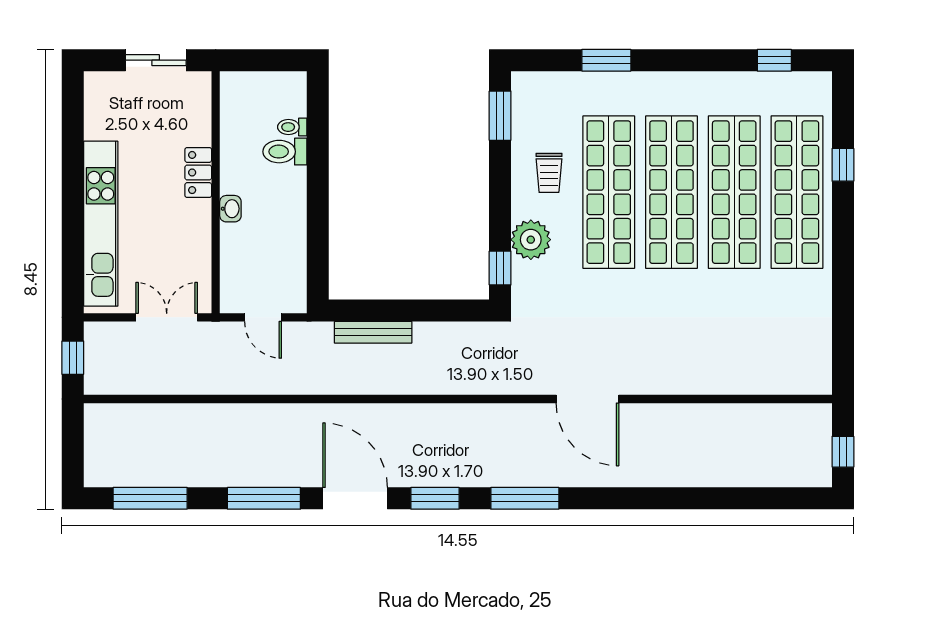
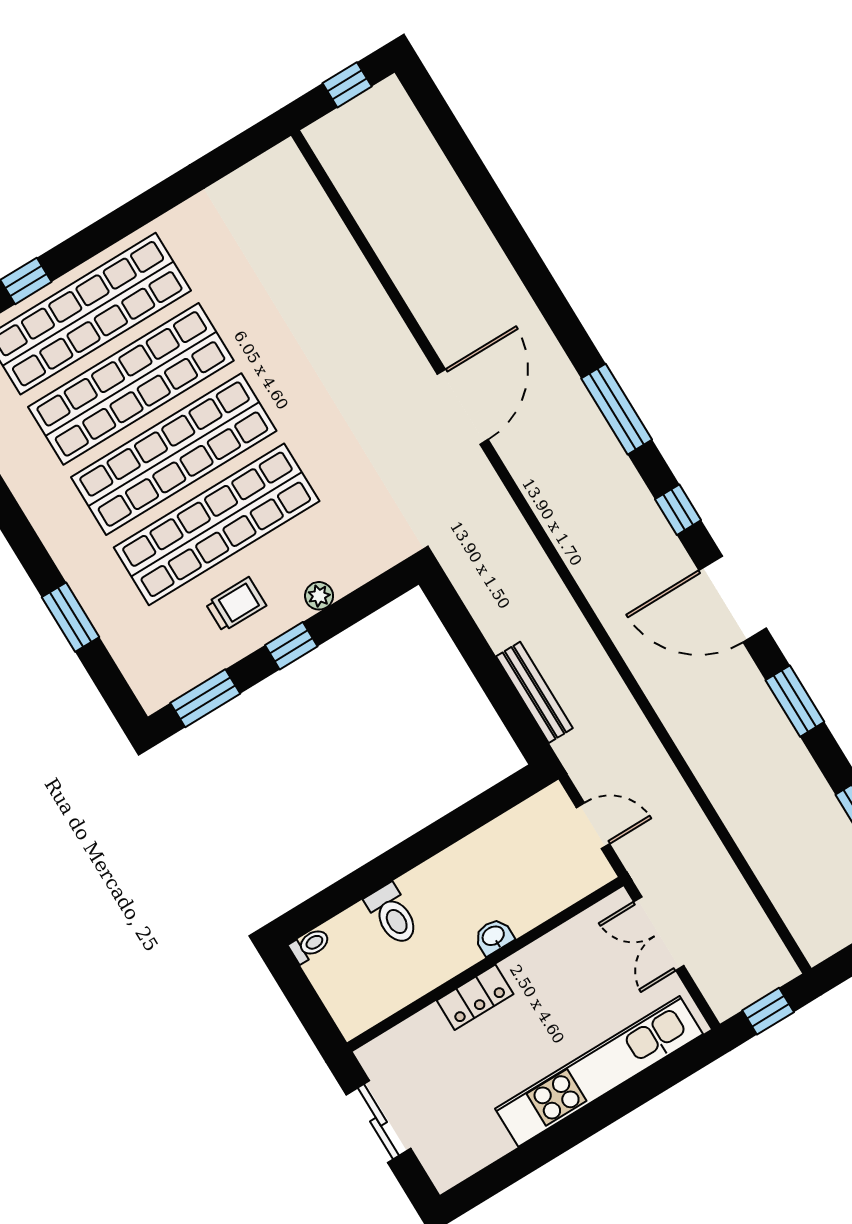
toilet: (292, 127) -> (310, 945), moved, turned -90
plant: (531, 240) -> (319, 596), width x0.53, depth x0.53
window: (500, 268) -> (291, 646), moved
door: (263, 317) -> (593, 826), hinge flipped
window: (264, 498) -> (795, 701), width x0.69
door: (355, 498) -> (733, 599), hinge flipped
window: (435, 498) -> (678, 510), width x0.67

